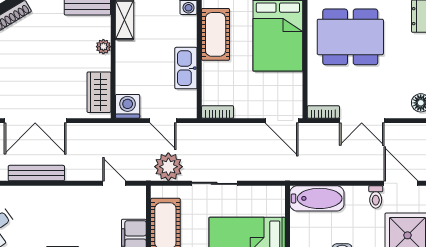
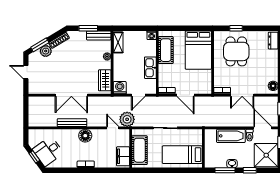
dining table: (350, 37) -> (236, 51), width x0.73
door: (163, 121) -> (138, 95), hinge flipped
door: (282, 121) -> (185, 95), moved
plant: (168, 167) -> (127, 119), moved
floor lamp: (62, 198) -> (85, 136), added
bathtub: (317, 198) -> (231, 136), moved

